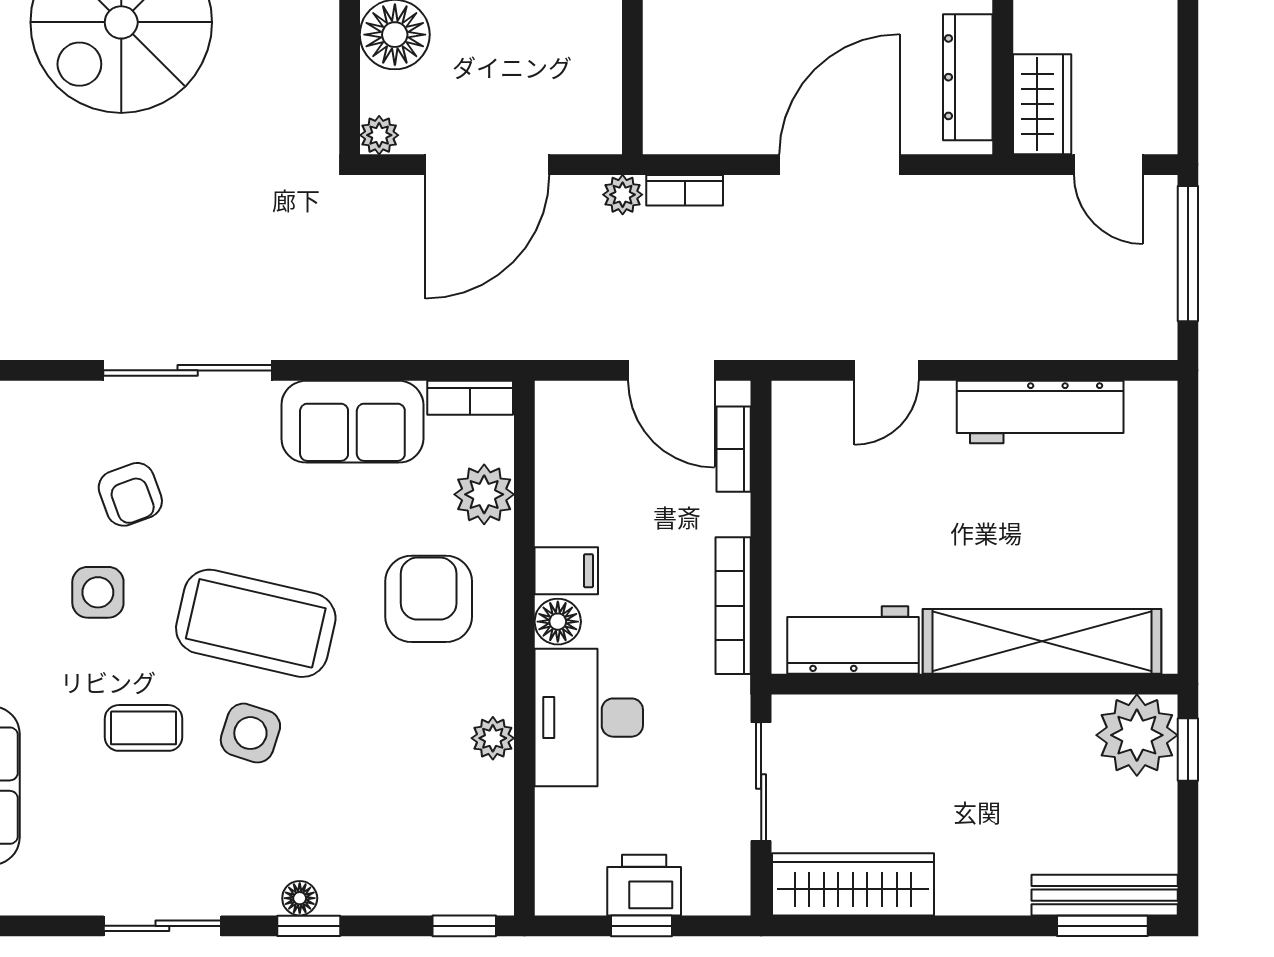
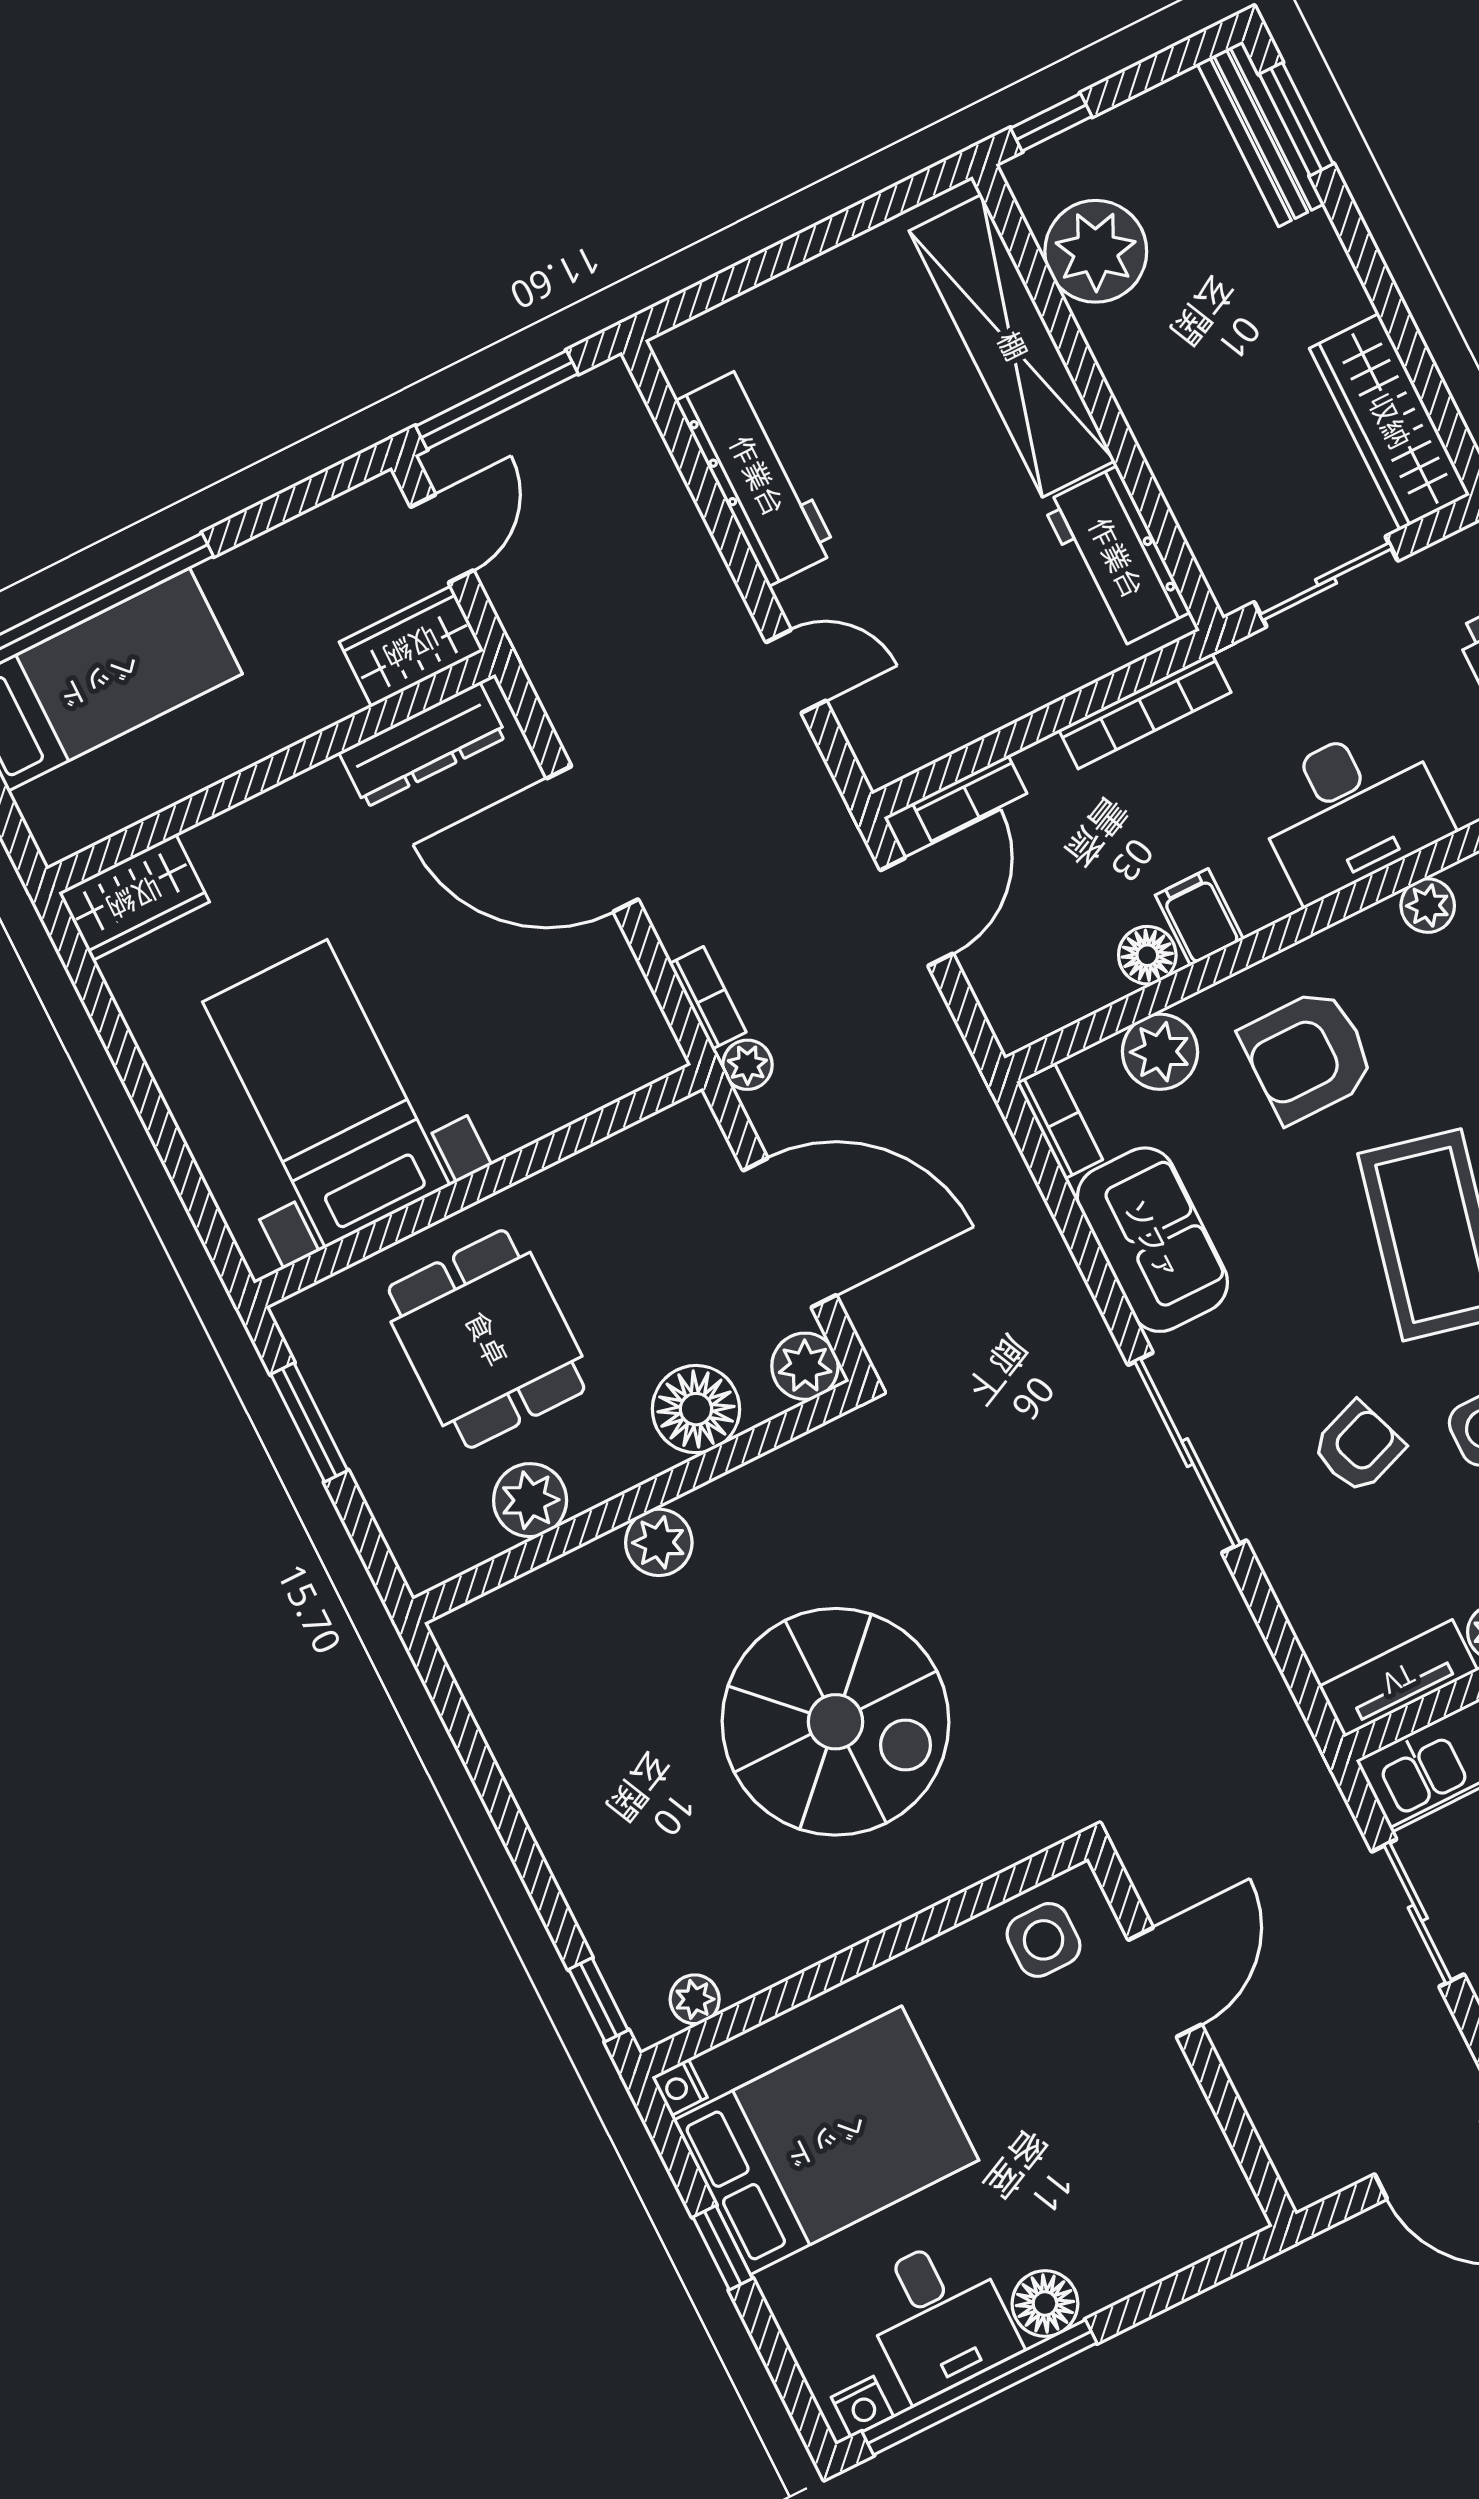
plant: (379, 135) -> (805, 1366), width x1.38, depth x1.38
floor lamp: (558, 622) -> (1147, 955), moved
plant: (1137, 735) -> (1096, 251), moved

